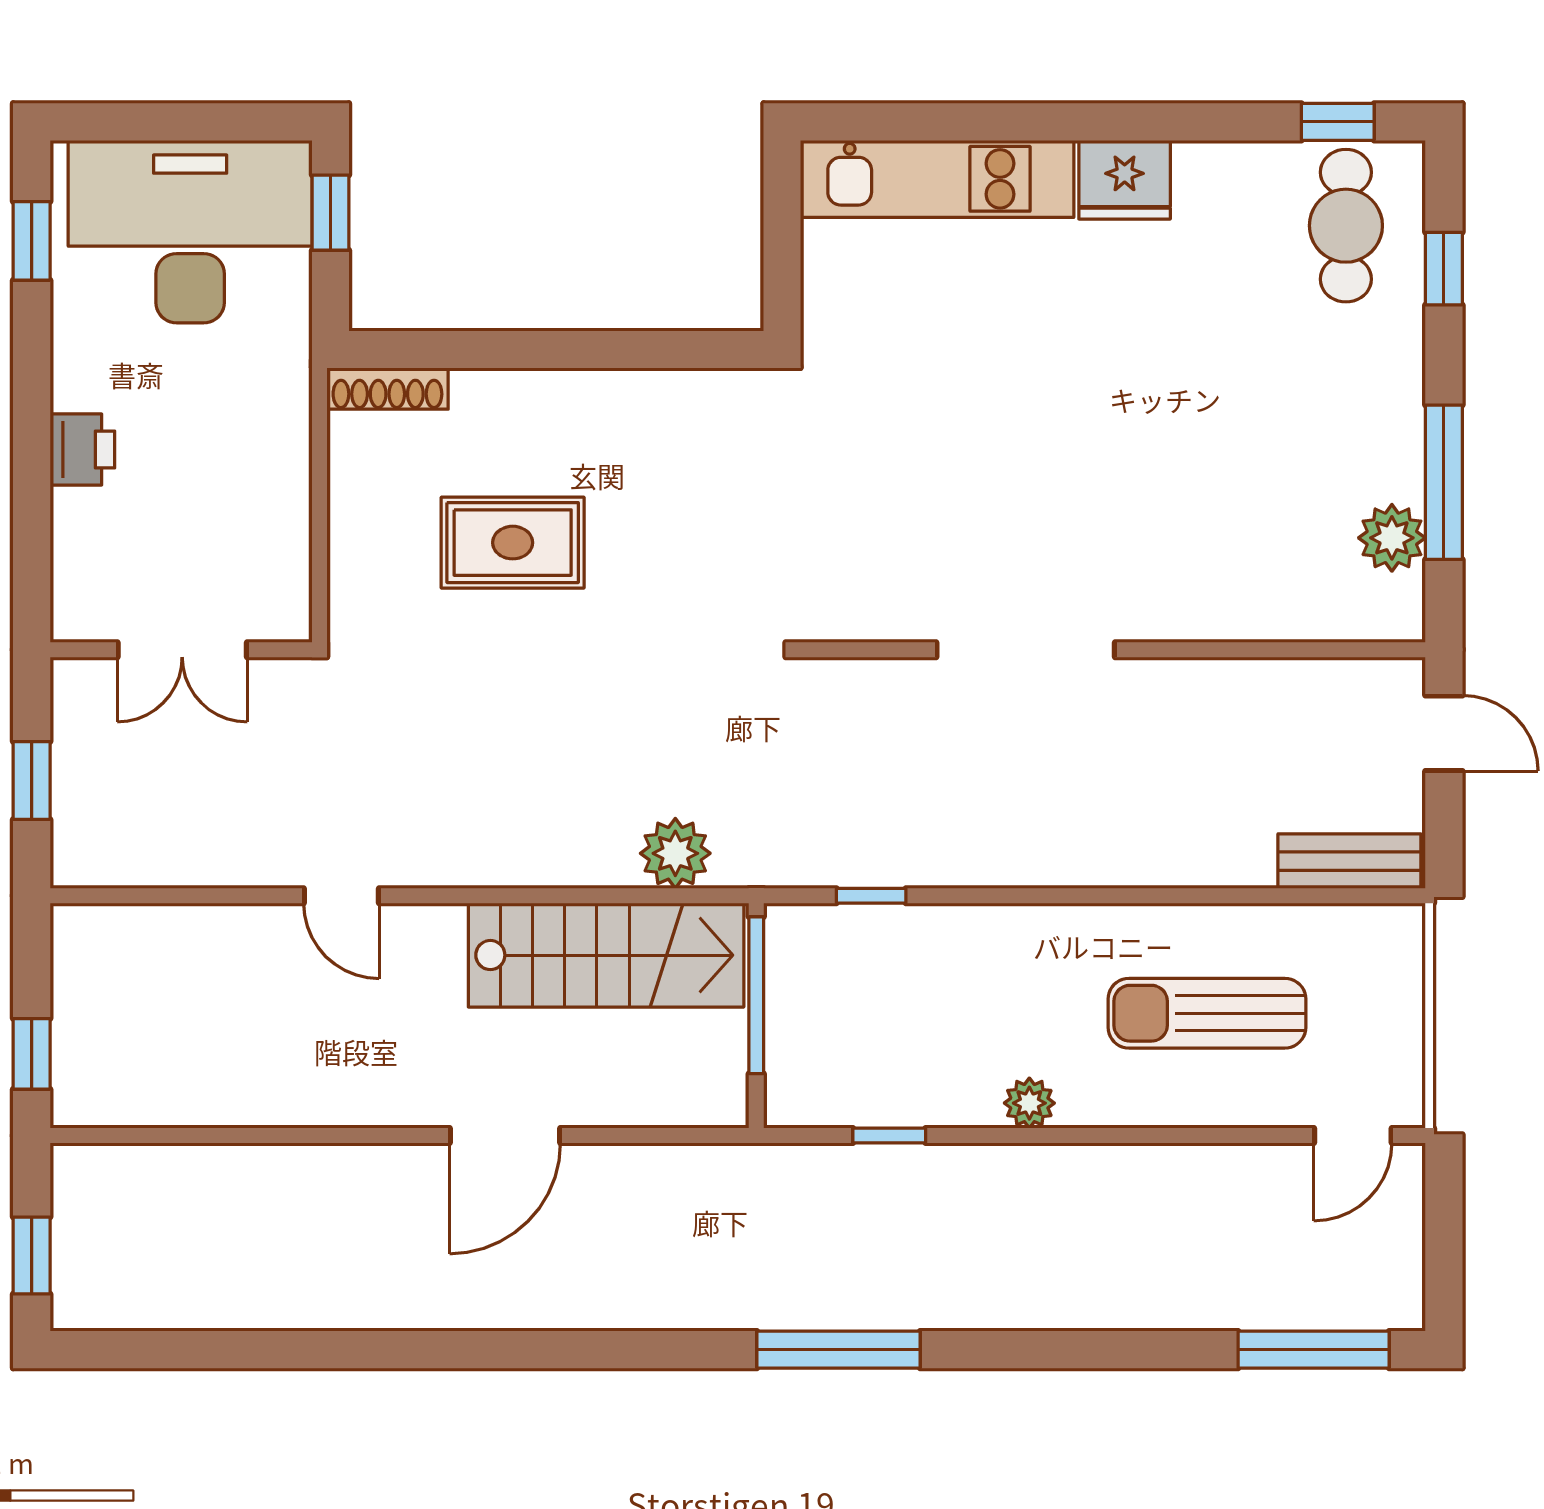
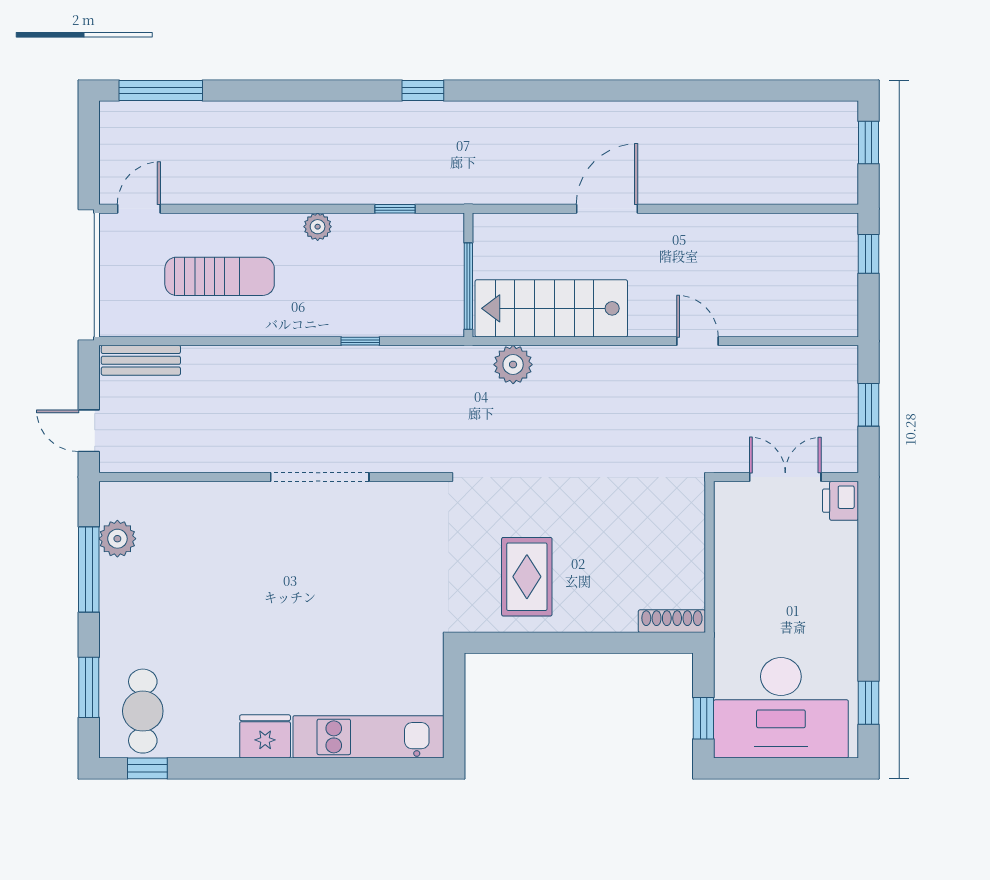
window: (1444, 269) -> (89, 687), width x1.50
printer: (82, 449) -> (840, 501), moved
rug: (513, 543) -> (527, 577), moved, turned 90
window: (871, 896) -> (360, 341), moved
window: (839, 1350) -> (423, 91), width x0.46

